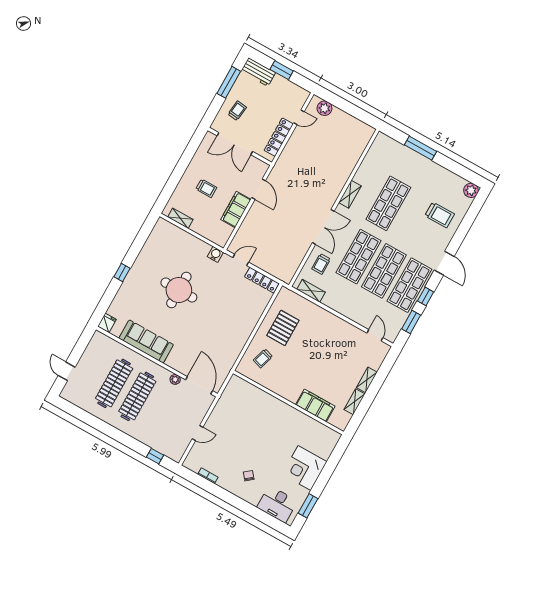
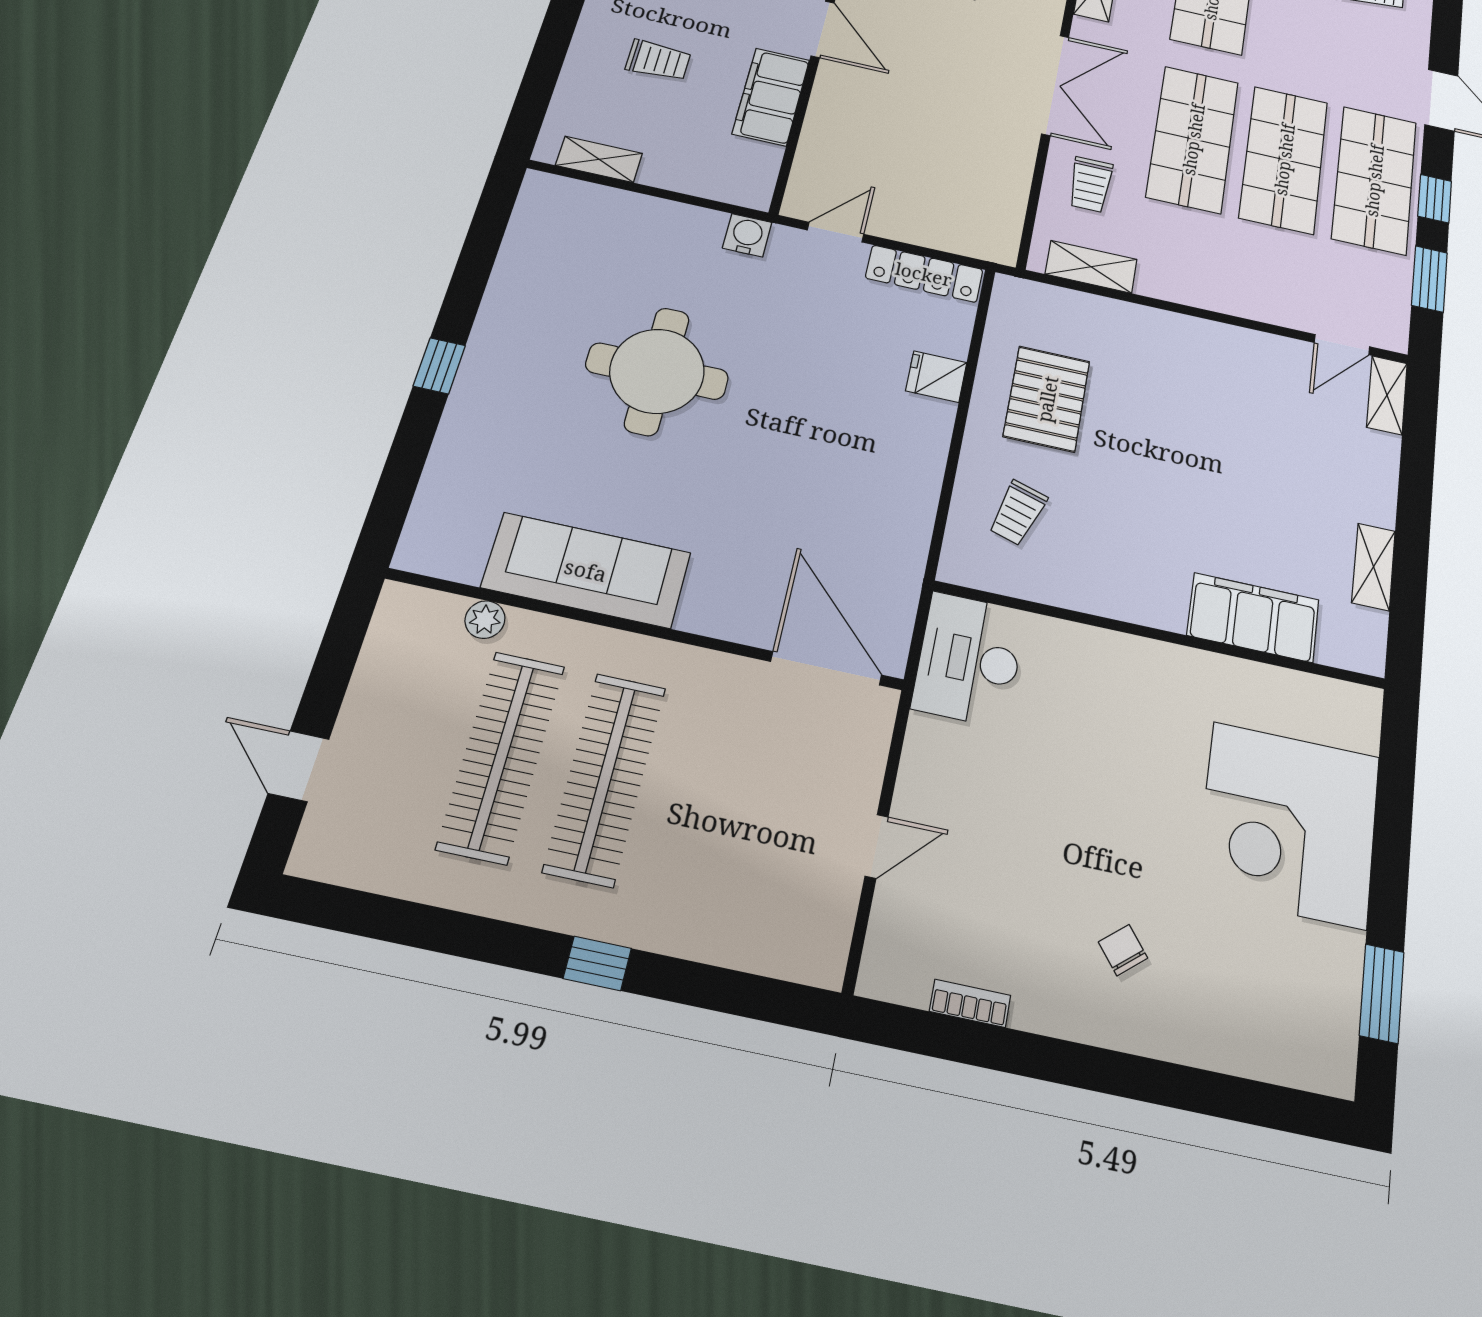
fridge: (107, 323) -> (936, 377), moved, turned -90
door: (375, 335) -> (1342, 345), swing flipped
plant: (175, 379) -> (485, 620), moved
shelving: (367, 380) -> (1387, 395), moved
window: (155, 456) -> (597, 963), moved
corner desk: (304, 468) -> (1289, 824), width x1.36, depth x1.36
desk: (277, 504) -> (969, 659), moved, turned 90

